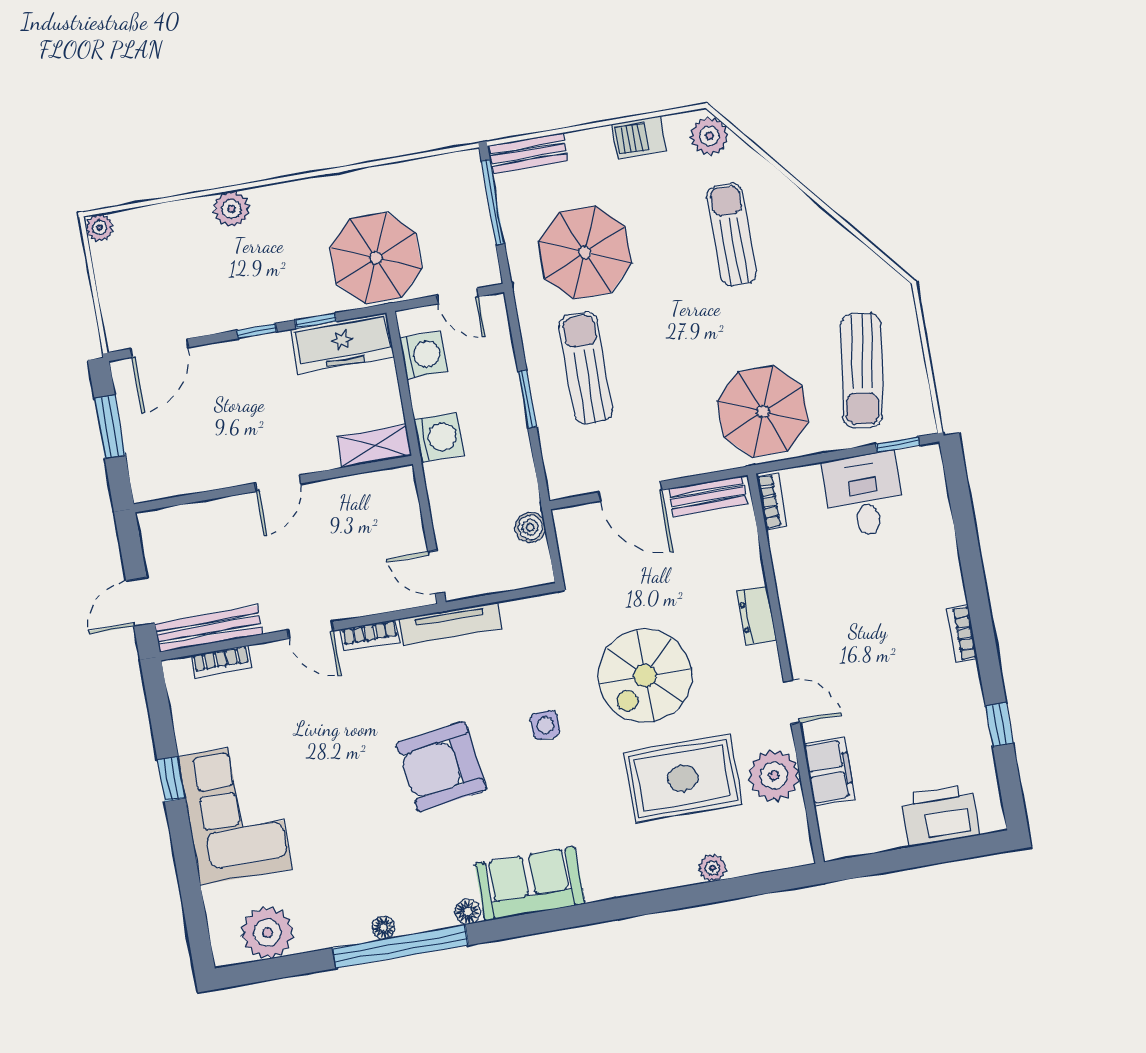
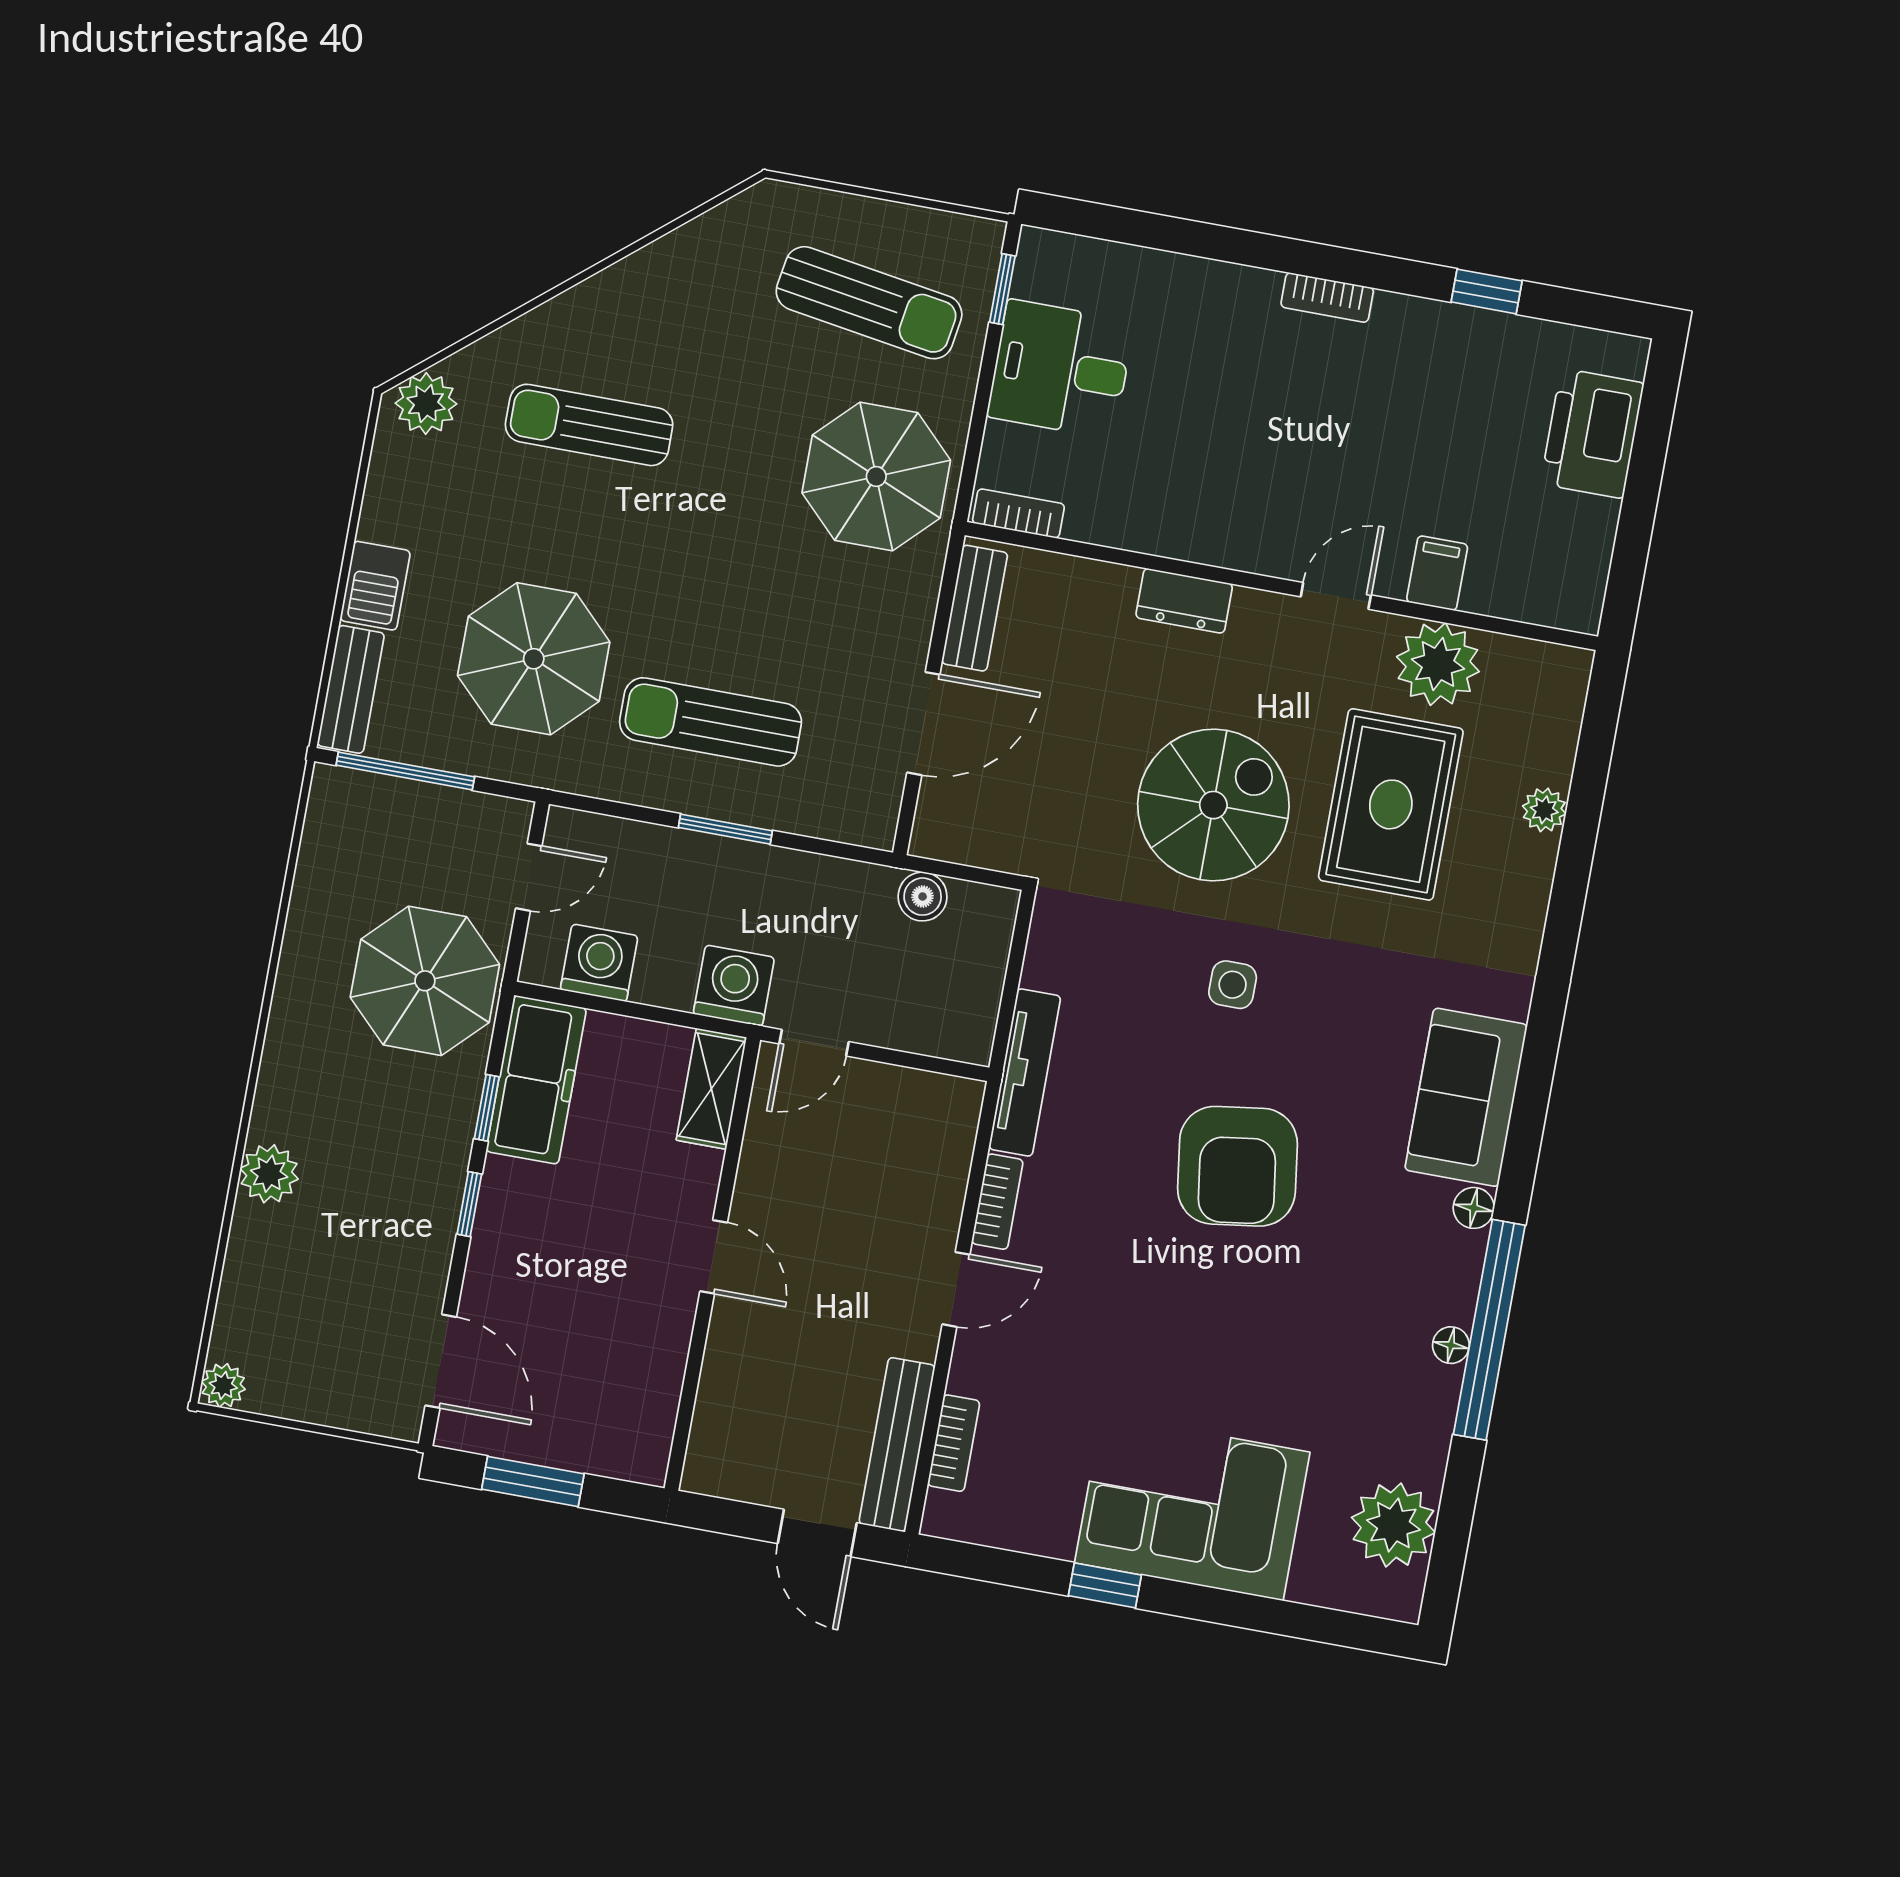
barbecue: (639, 137) -> (375, 586), moved
door: (436, 572) -> (814, 1043), moved
spiral stairs: (645, 676) -> (1213, 805), turned -90
filing cabinet: (829, 771) -> (1437, 573), width x0.50

